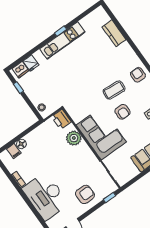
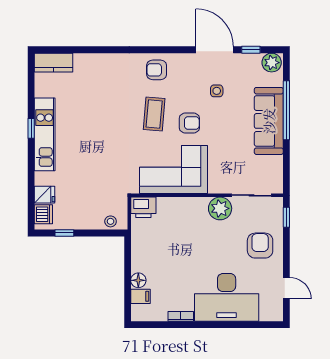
kitchen counter: (114, 33) -> (53, 63), moved
corner sofa: (101, 133) -> (174, 170), moved
plant: (74, 138) -> (220, 208), moved

